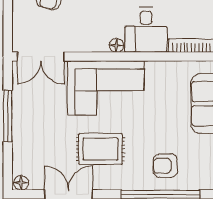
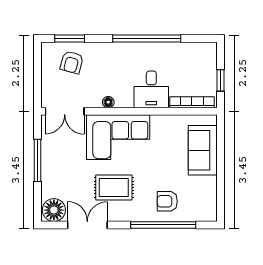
floor lamp: (116, 45) -> (108, 102), moved
floor lamp: (21, 183) -> (54, 210), width x1.89, depth x1.89

